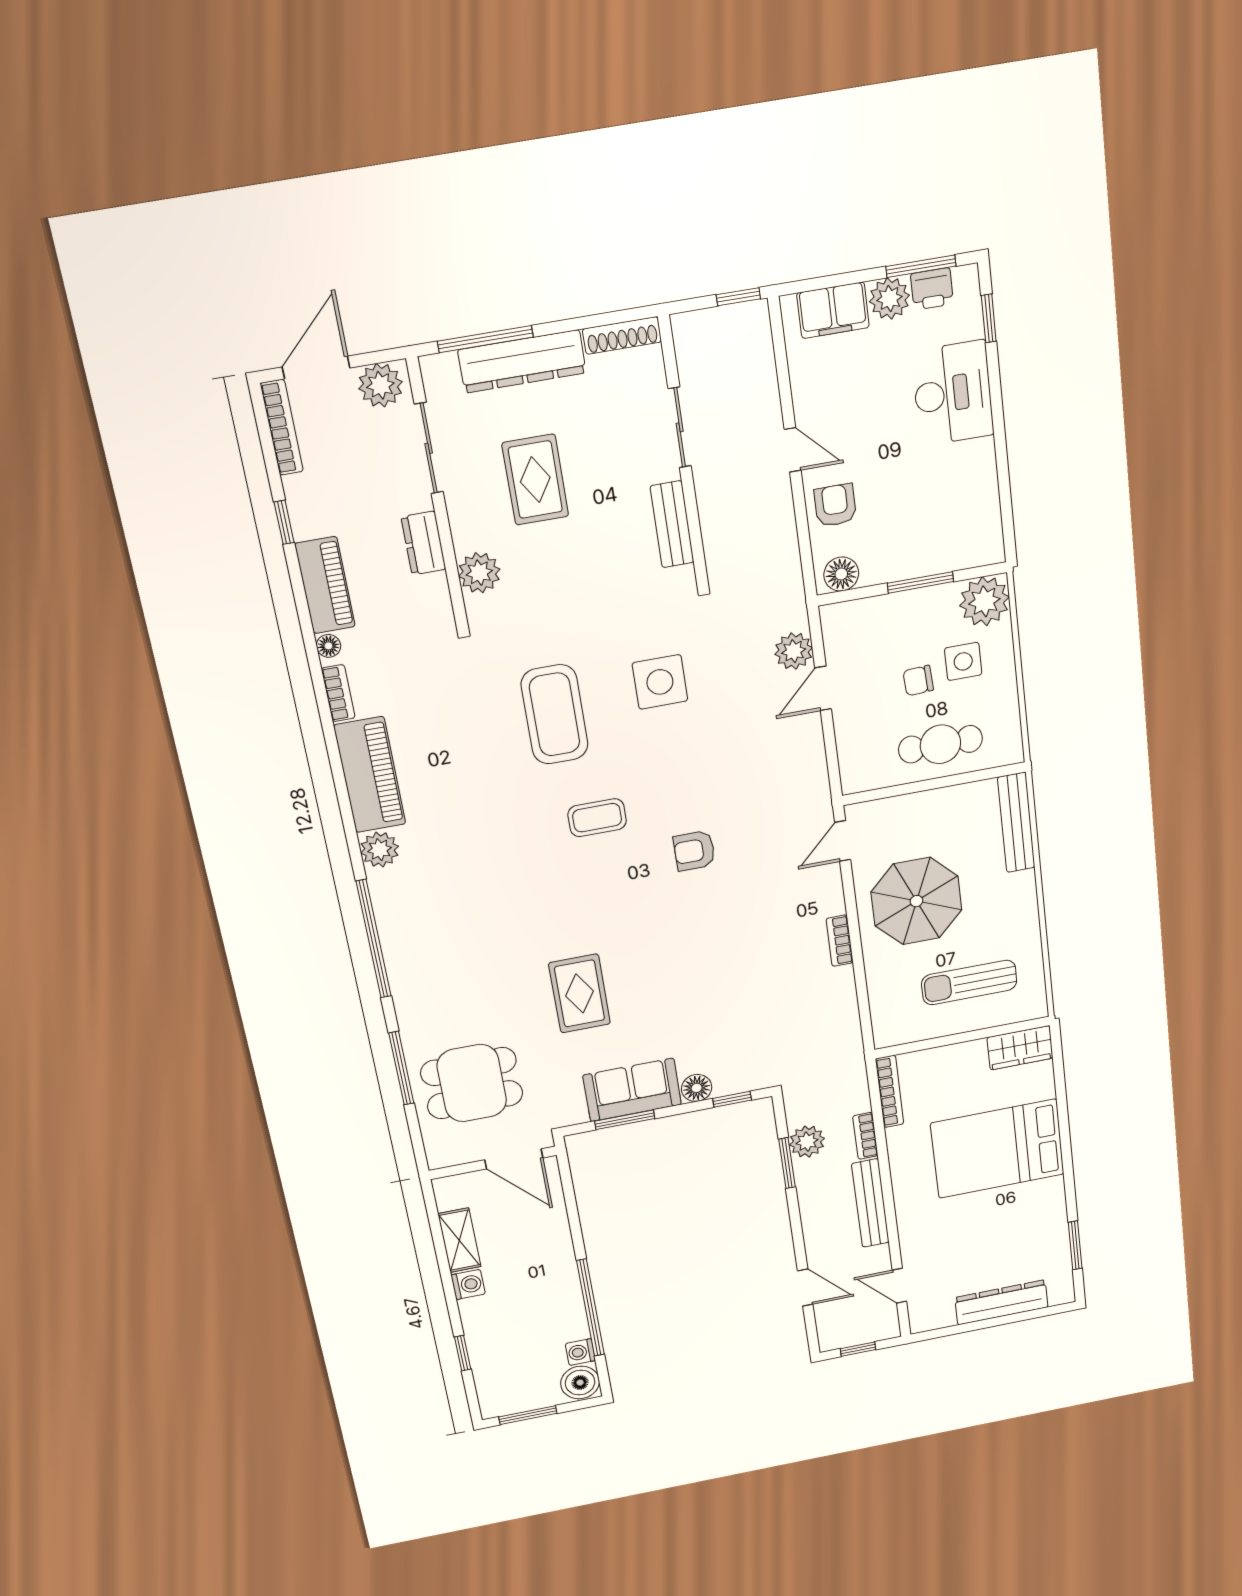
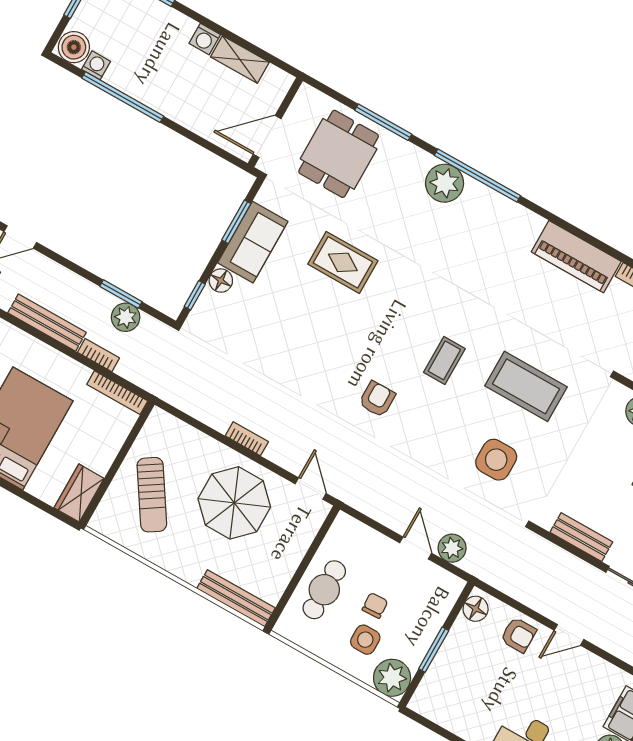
plant: (380, 850) -> (445, 183), moved, width x1.36, depth x1.36
sun lounger: (969, 982) -> (152, 495), turned 147

